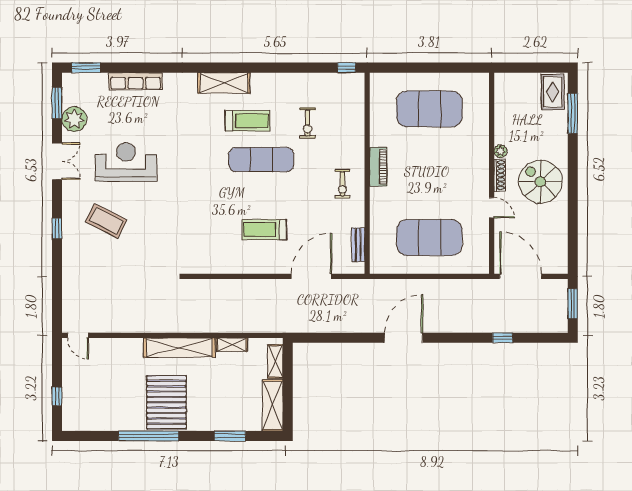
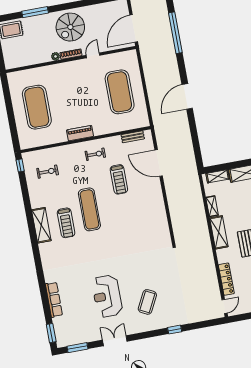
shelving: (224, 83) -> (41, 225), moved
window: (573, 113) -> (35, 12), moved
plant: (74, 119) -> (86, 335), removed
treadmill: (248, 121) -> (66, 223), turned 180
exercise bike: (308, 123) -> (48, 172), moved
window: (57, 229) -> (175, 330), moved
treadmill: (264, 230) -> (119, 179), moved
door: (404, 338) -> (187, 96), hinge flipped
window: (503, 338) -> (175, 33), width x3.17
locker: (118, 346) -> (226, 279), added
shelving: (179, 348) -> (219, 232), width x0.68

